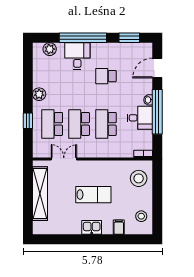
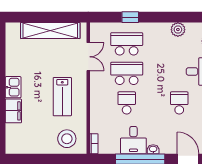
plant: (39, 94) -> (178, 30), moved
school desk: (106, 124) -> (127, 103), width x0.54
lab bench: (93, 195) -> (62, 97), moved
stool: (141, 216) -> (25, 142), removed
filing cabinet: (119, 227) -> (13, 111), width x2.00

